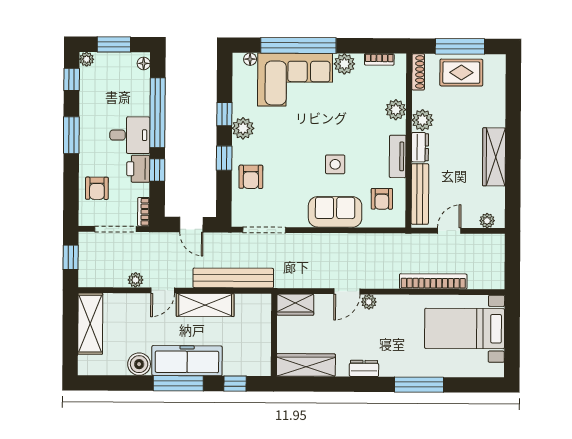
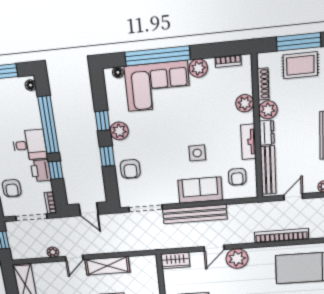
shoe rack: (418, 72) -> (263, 84), moved
bench: (233, 278) -> (195, 214), moved
plant: (369, 302) -> (237, 259), width x1.88, depth x1.88

